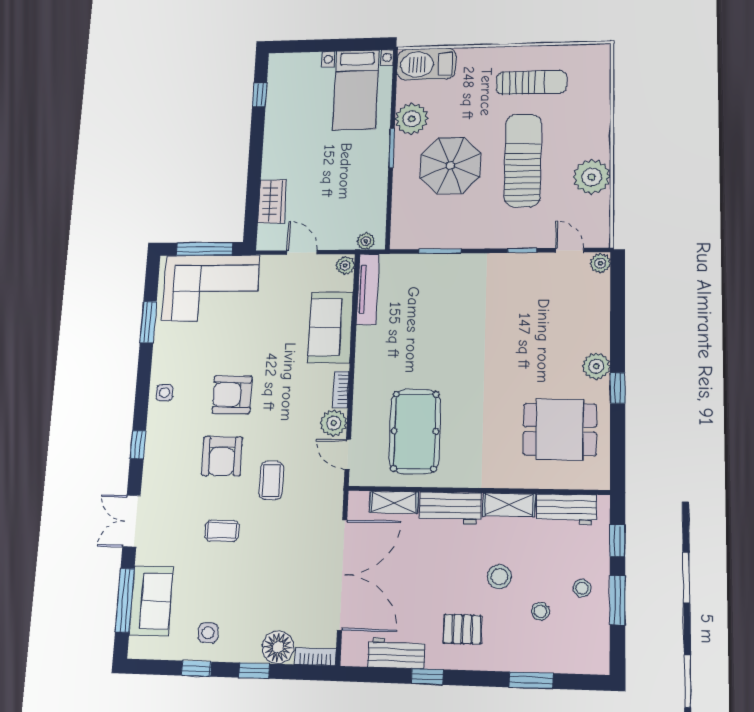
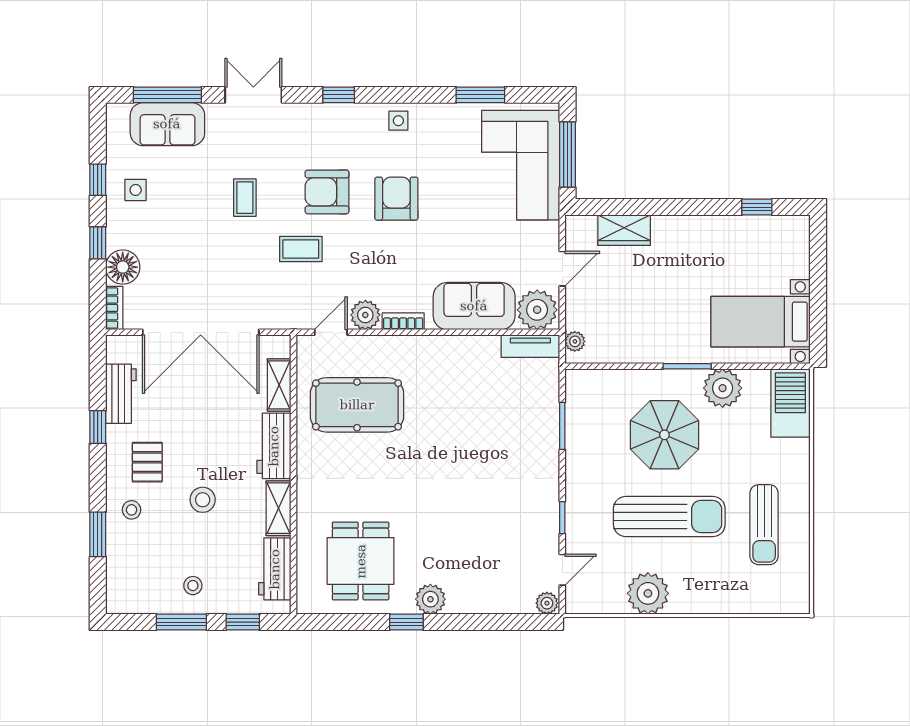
plant: (345, 265) -> (537, 310), width x1.88, depth x1.88
tv unit: (368, 289) -> (530, 346), width x0.71
stool: (540, 611) -> (132, 510), moved

